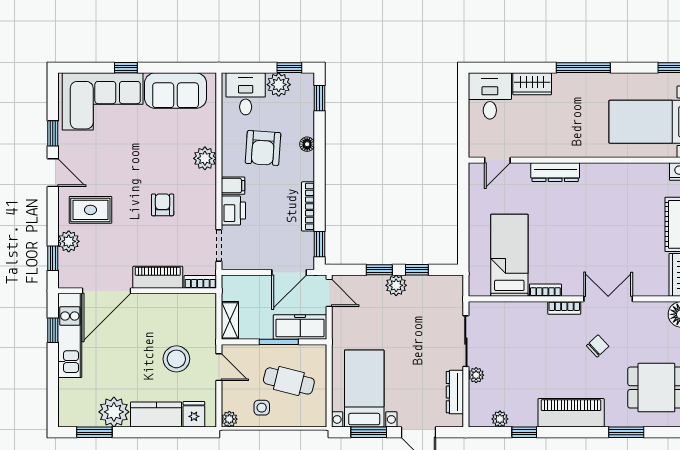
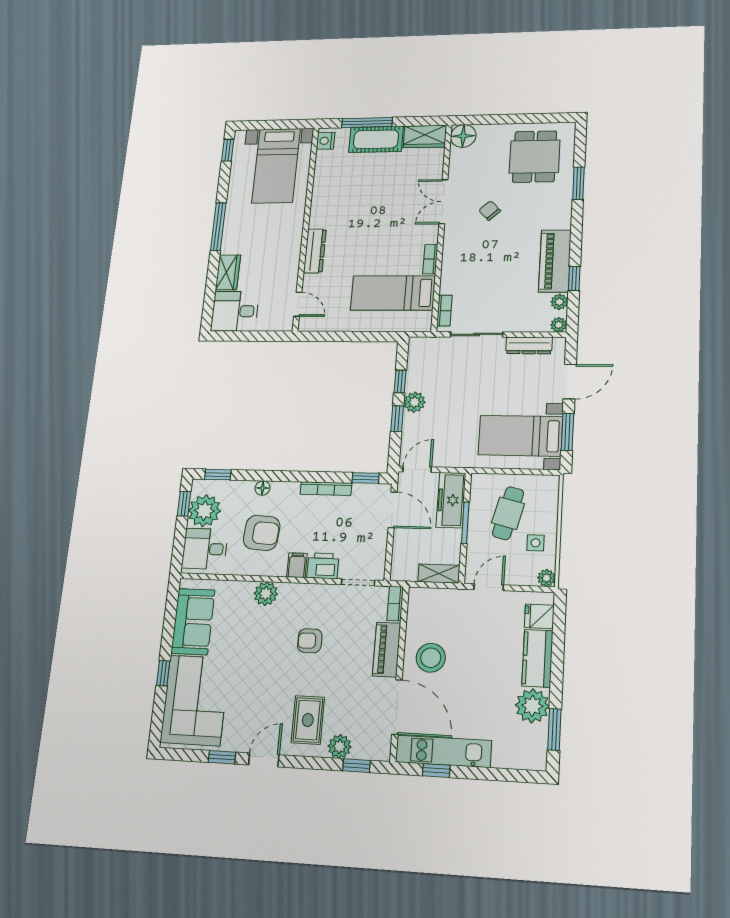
plant: (279, 85) -> (204, 511), width x1.36, depth x1.36
bookcase: (564, 308) -> (444, 311), moved
stool: (176, 359) -> (431, 658), moved
plant: (476, 375) -> (559, 325), moved
piano: (571, 413) -> (555, 261), moved

